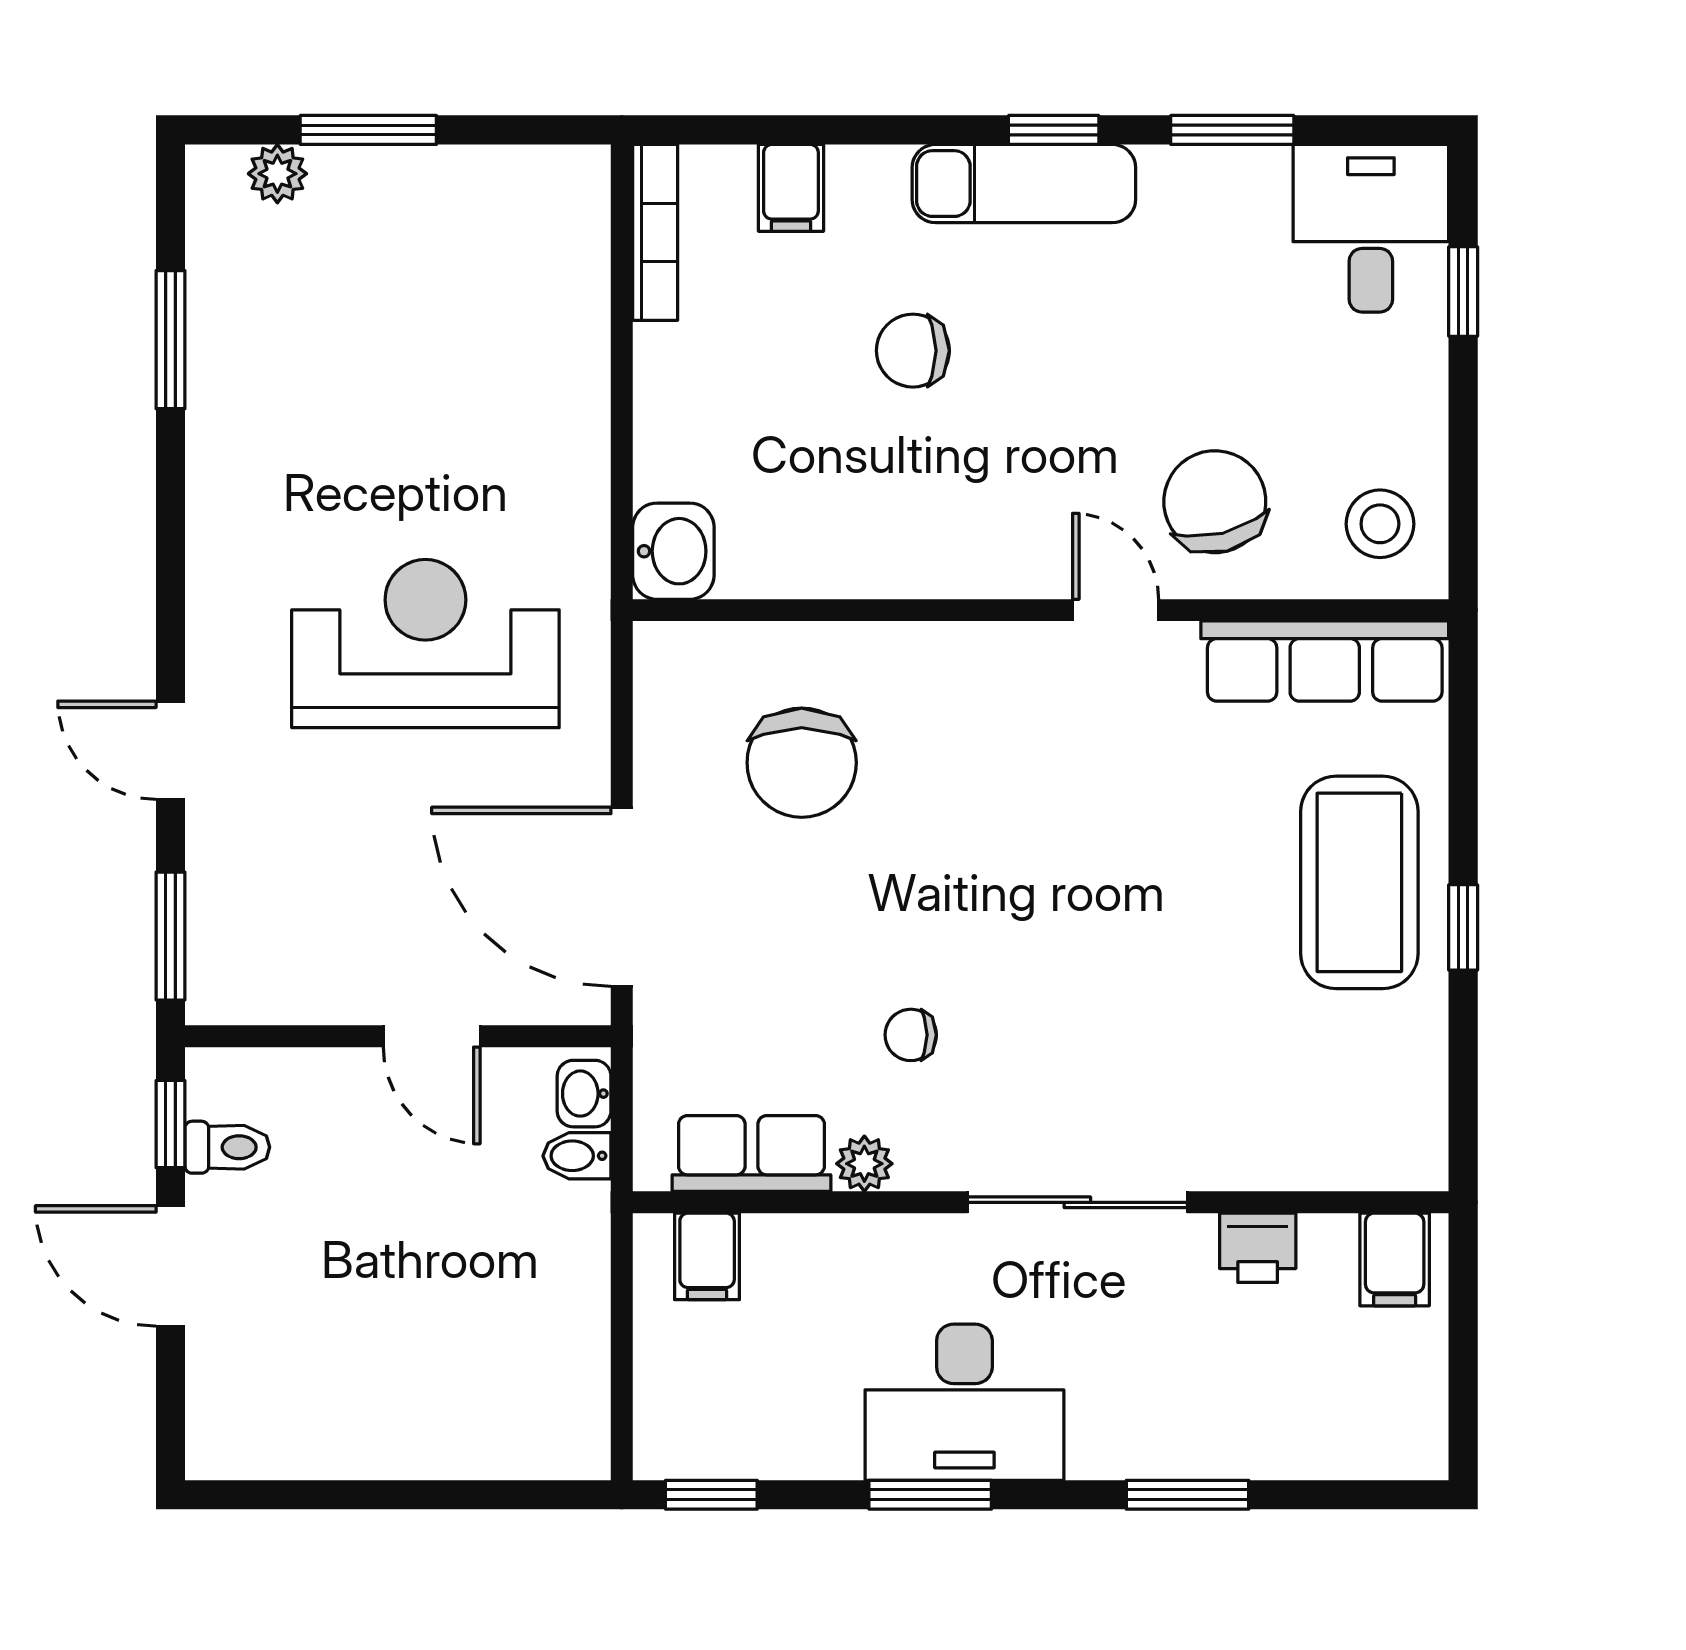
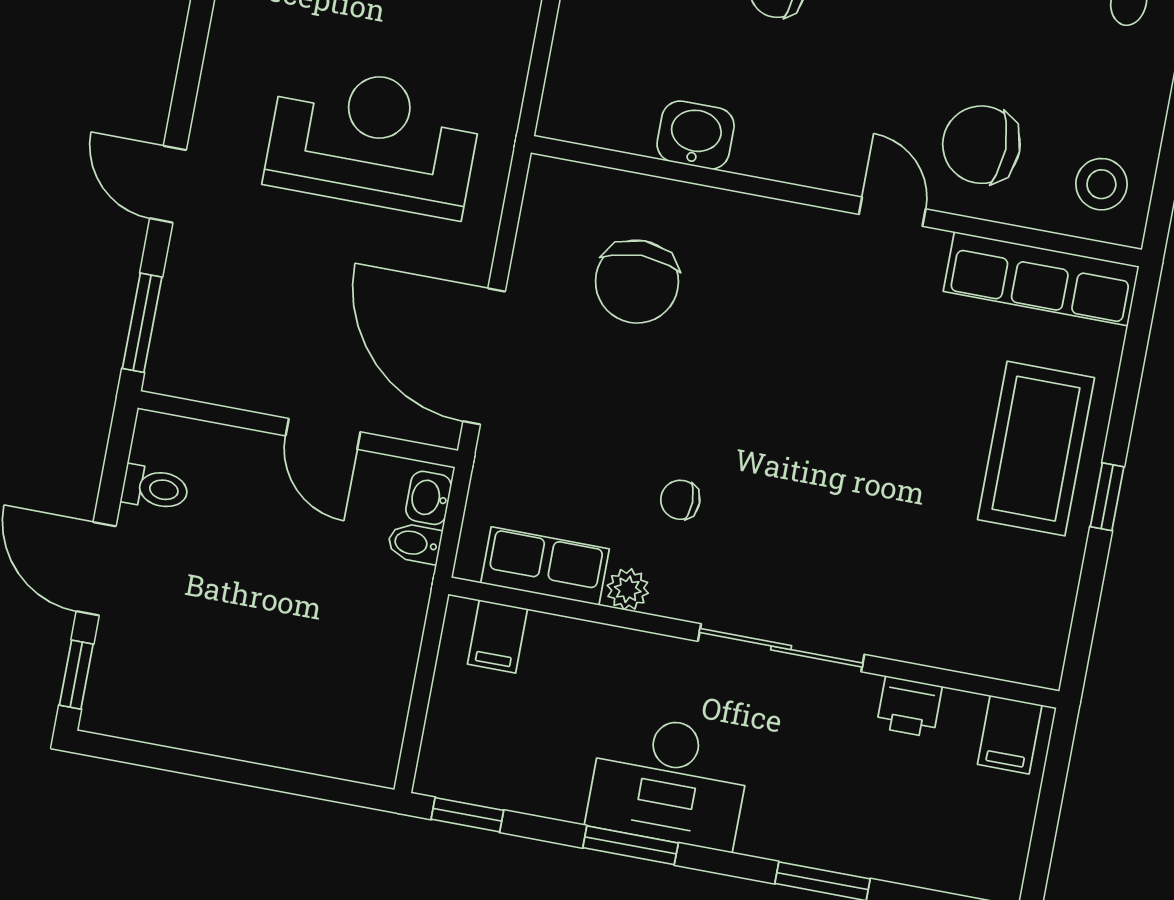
chair: (1215, 502) -> (981, 145), turned -76
washbasin: (673, 551) -> (696, 135), moved, turned -90
window: (170, 1124) -> (76, 675), moved

